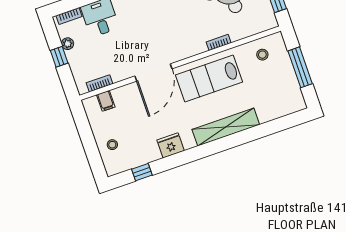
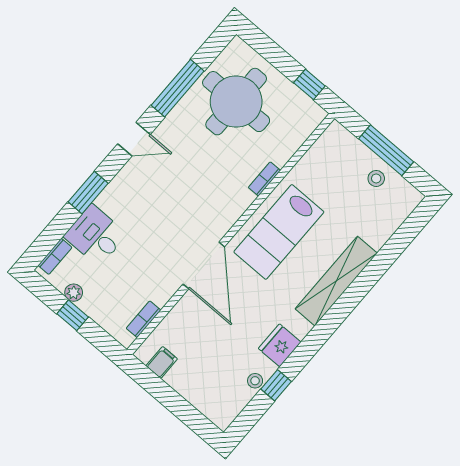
stool: (262, 55) -> (376, 178), moved
filing cabinet: (106, 101) -> (162, 362), moved, turned -90
stool: (112, 145) -> (255, 381), moved
window: (142, 172) -> (276, 385), moved

